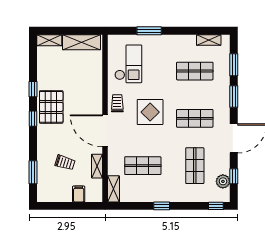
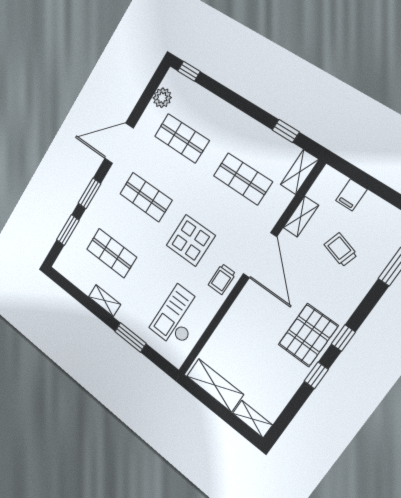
shelving: (209, 40) -> (105, 301), moved
shop shelf: (195, 166) -> (182, 138), turned 90
window: (234, 176) -> (147, 97), removed
window: (162, 206) -> (286, 131), moved

